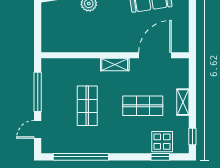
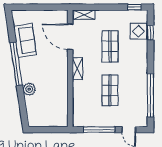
shelving: (183, 102) -> (84, 15), moved
shop shelf: (87, 106) -> (110, 90), turned 90

